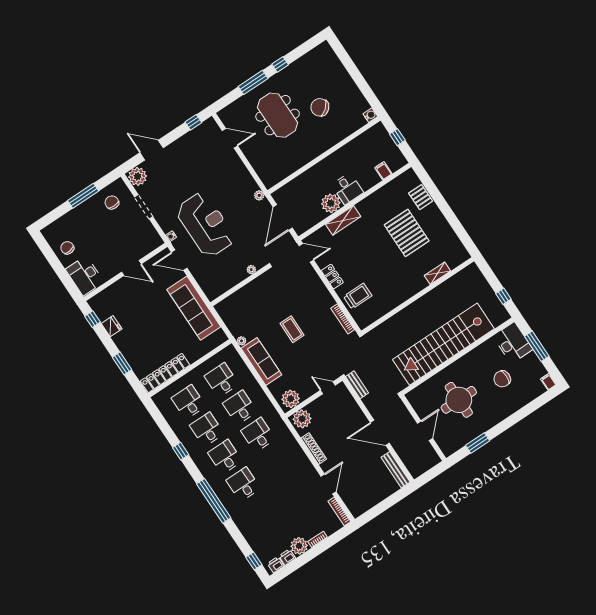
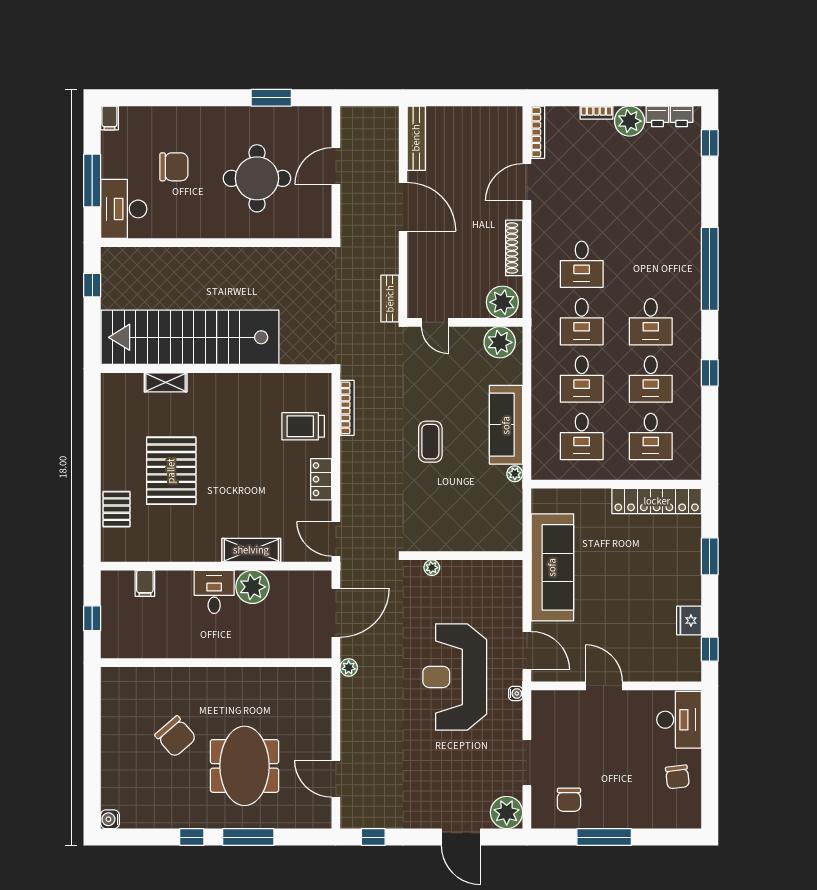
water cooler: (370, 115) -> (110, 819), moved
stairs: (443, 344) -> (190, 337), moved, turned 180
desk: (243, 484) -> (582, 264), moved

